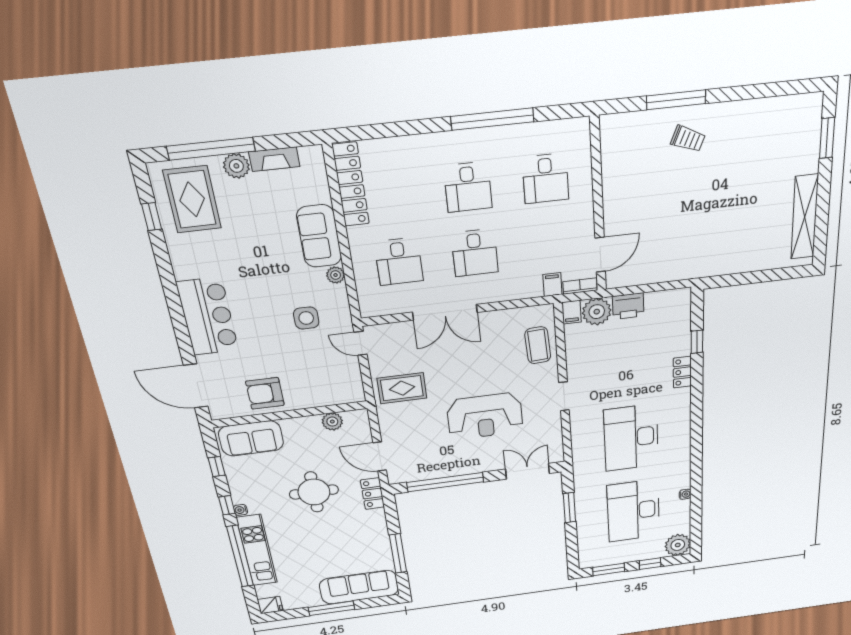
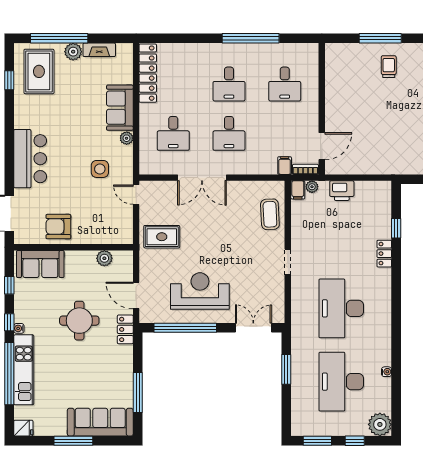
trolley: (688, 139) -> (389, 67), turned -113
plant: (597, 312) -> (312, 187), width x0.53, depth x0.53
reception desk: (485, 416) -> (200, 291), moved, turned 180

